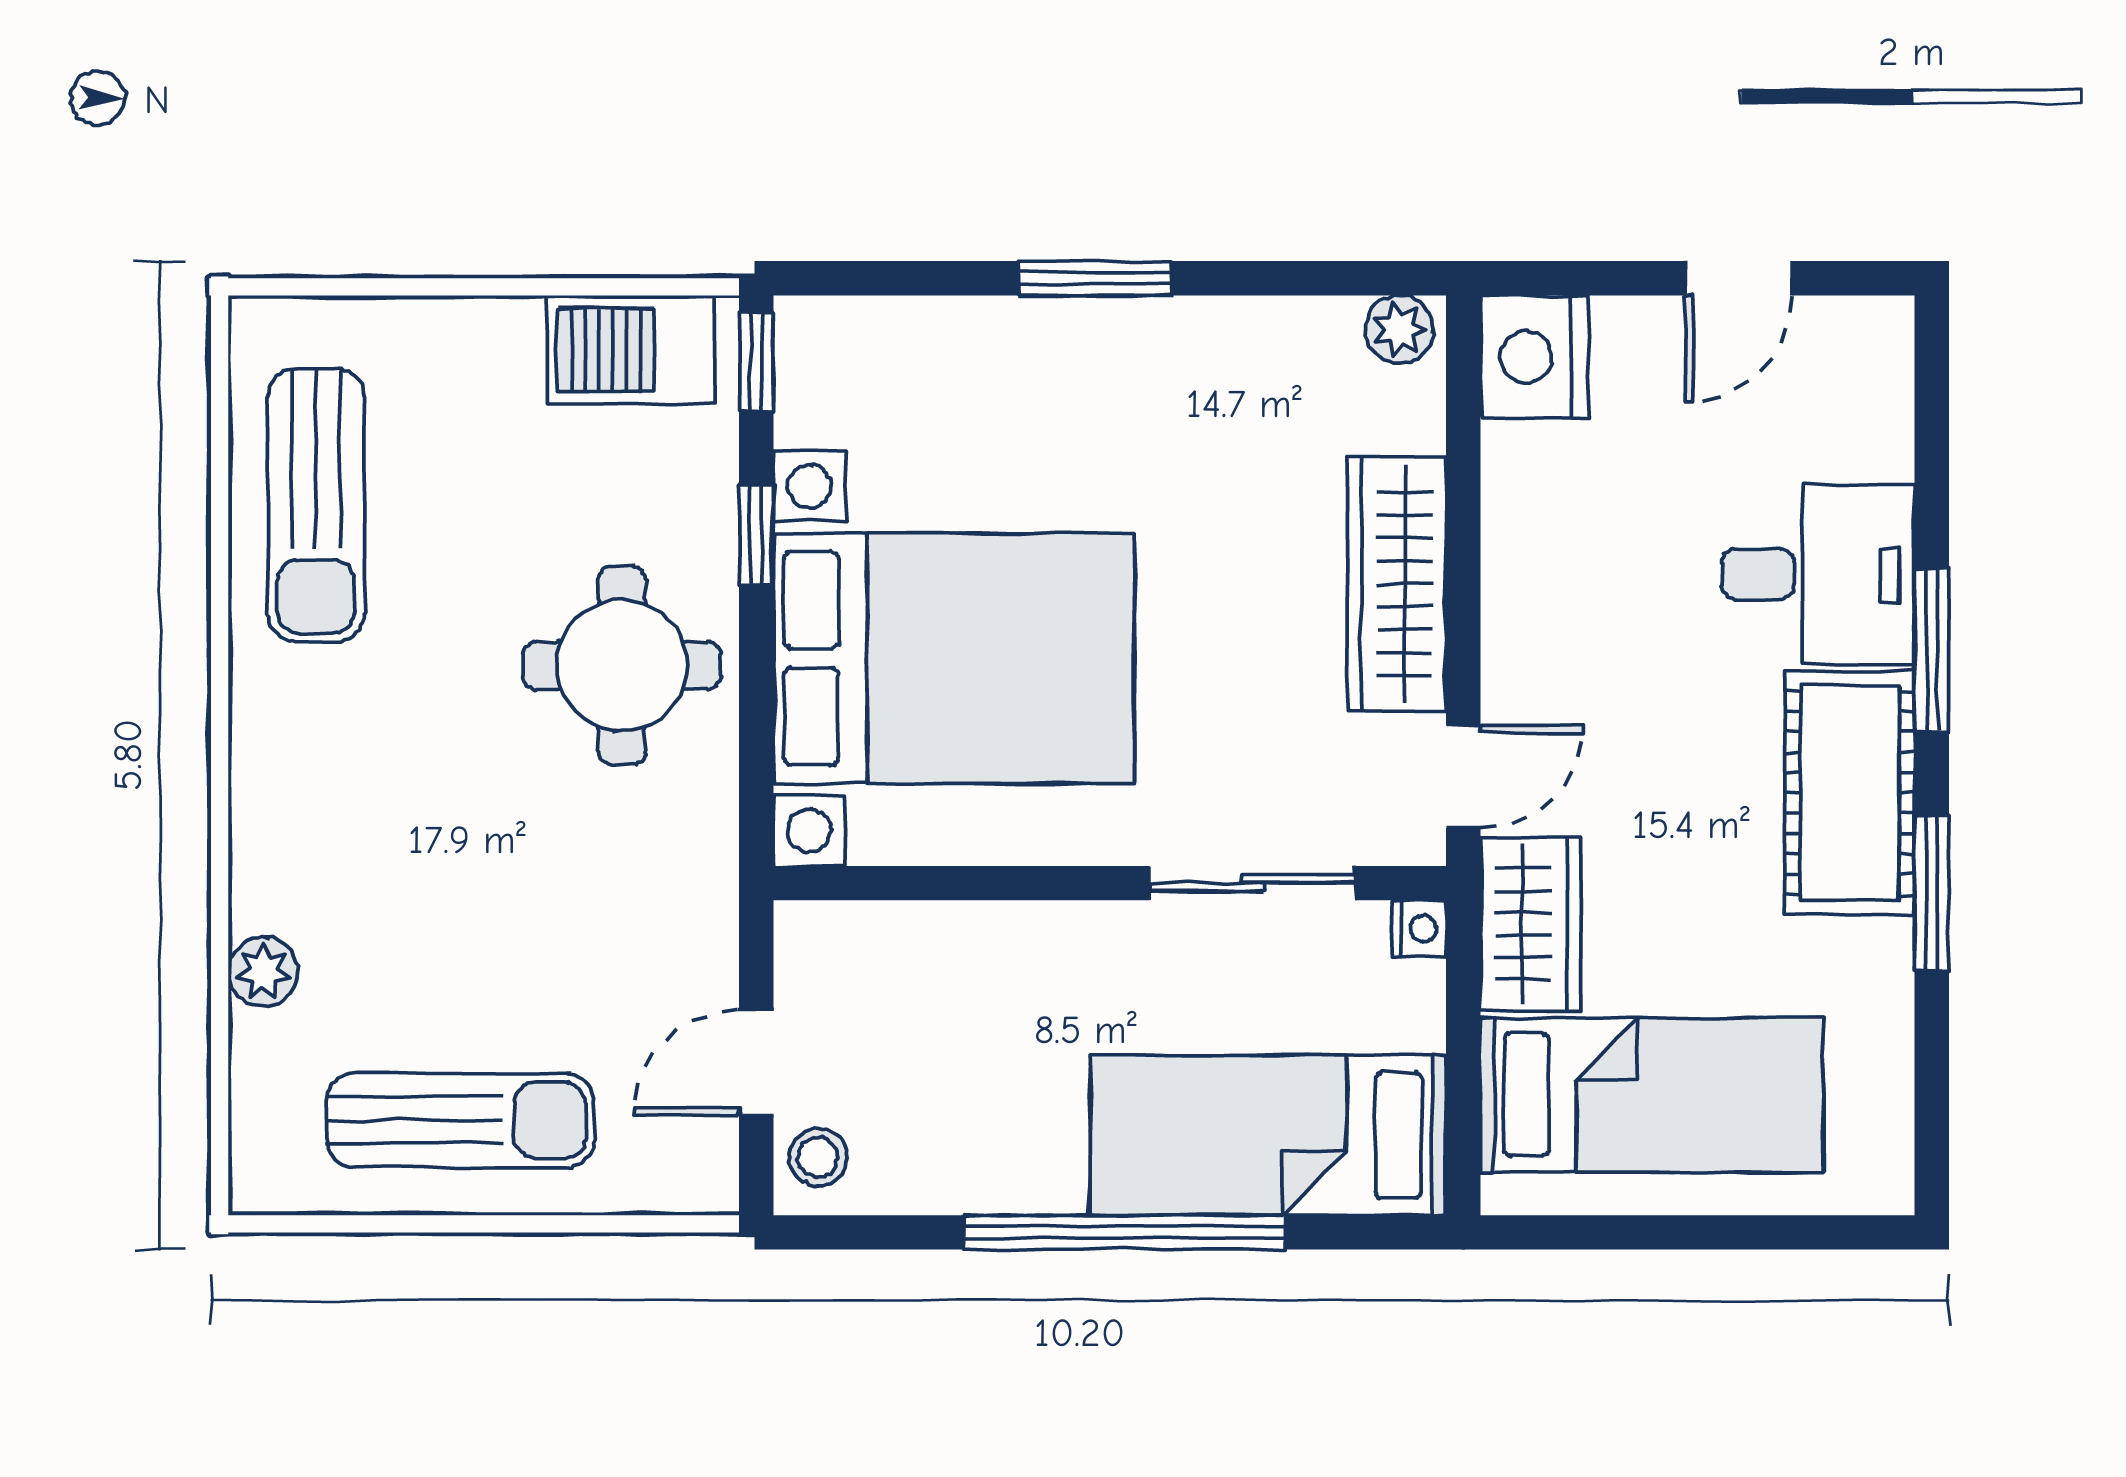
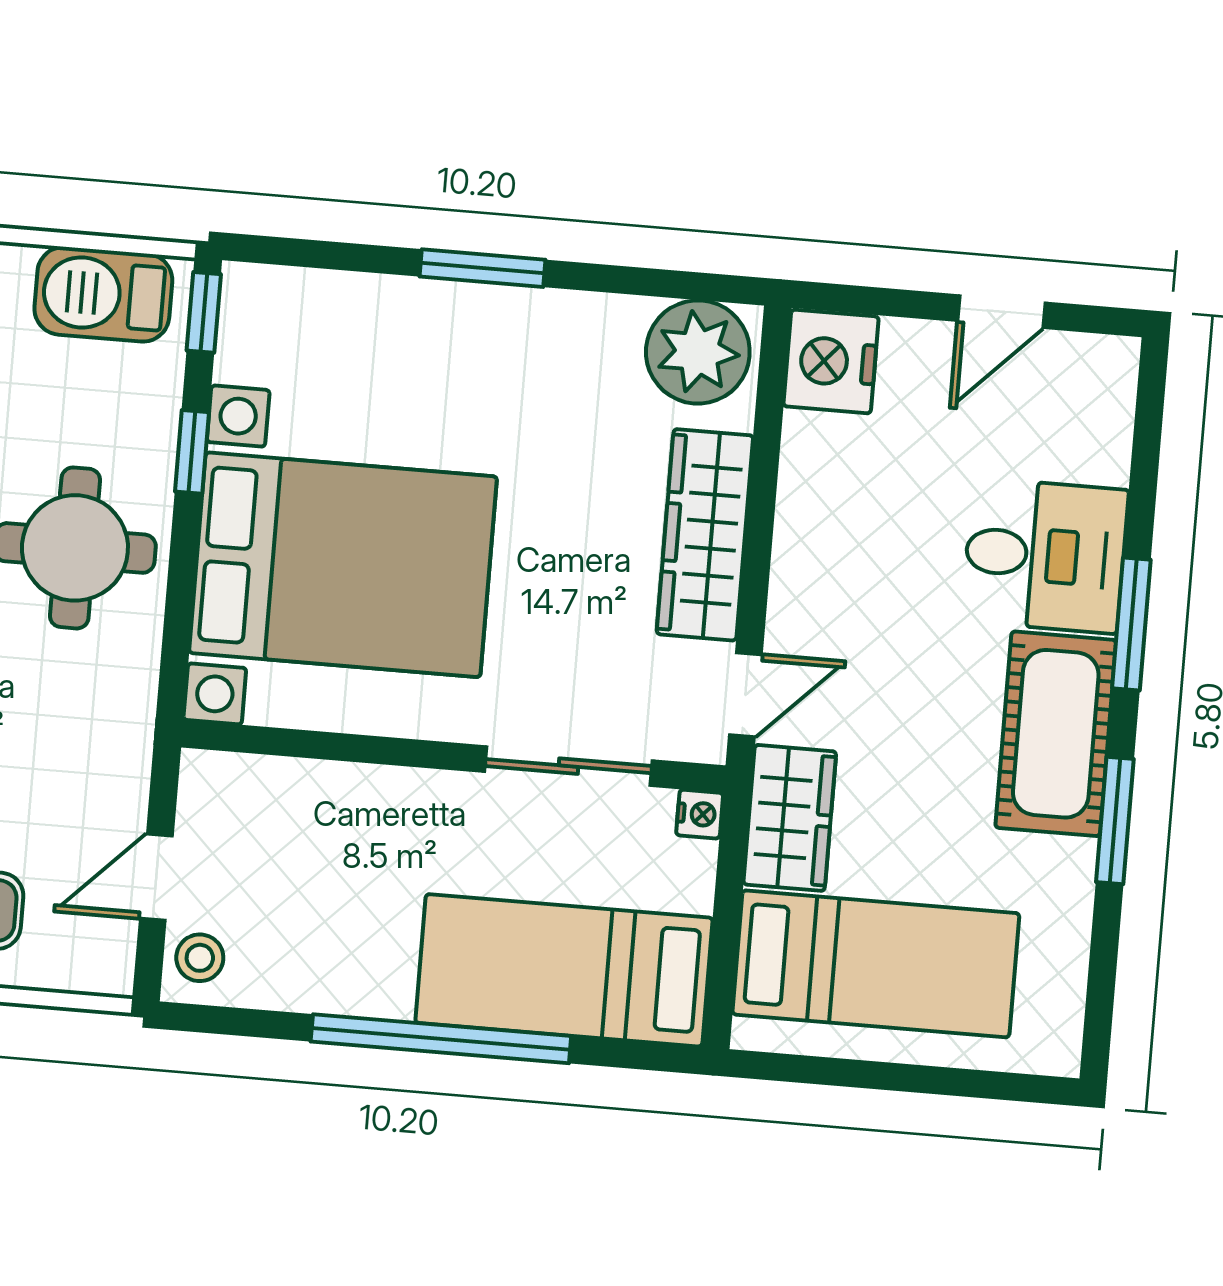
plant: (1399, 329) -> (698, 352), width x1.88, depth x1.88

